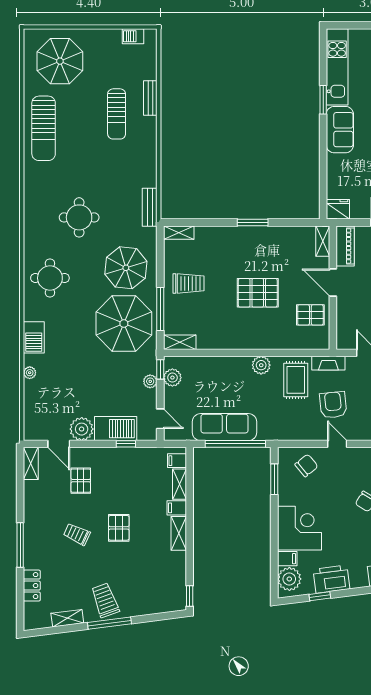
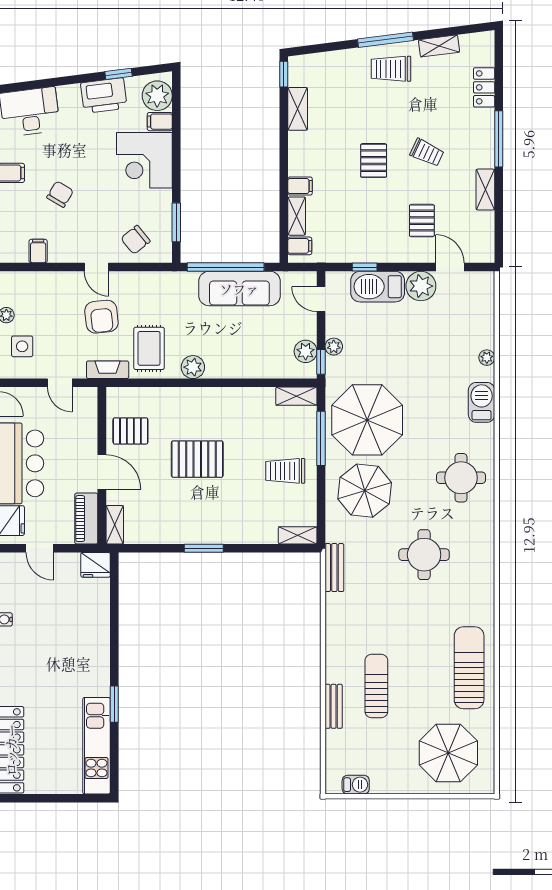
sofa: (340, 130) -> (93, 666), removed
shelving: (31, 463) -> (485, 190), moved
shelving: (179, 533) -> (298, 109), moved
trolley: (105, 600) -> (391, 69), turned 110

